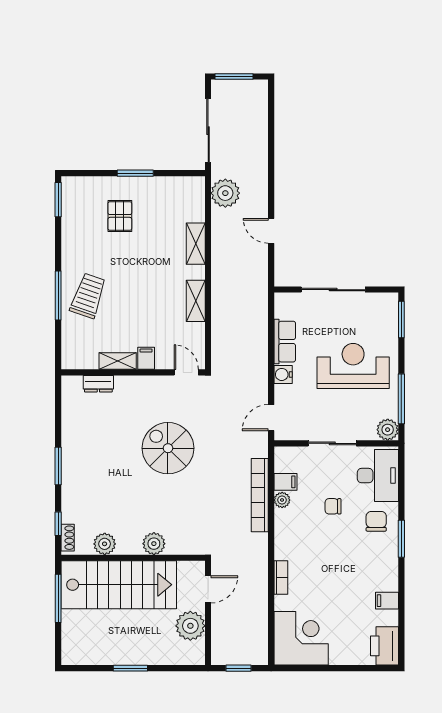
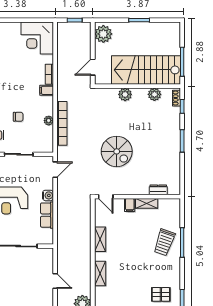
pallet: (120, 216) -> (161, 294), moved, turned 90
filing cabinet: (285, 482) -> (47, 90), moved
plant: (190, 626) -> (103, 34), moved

